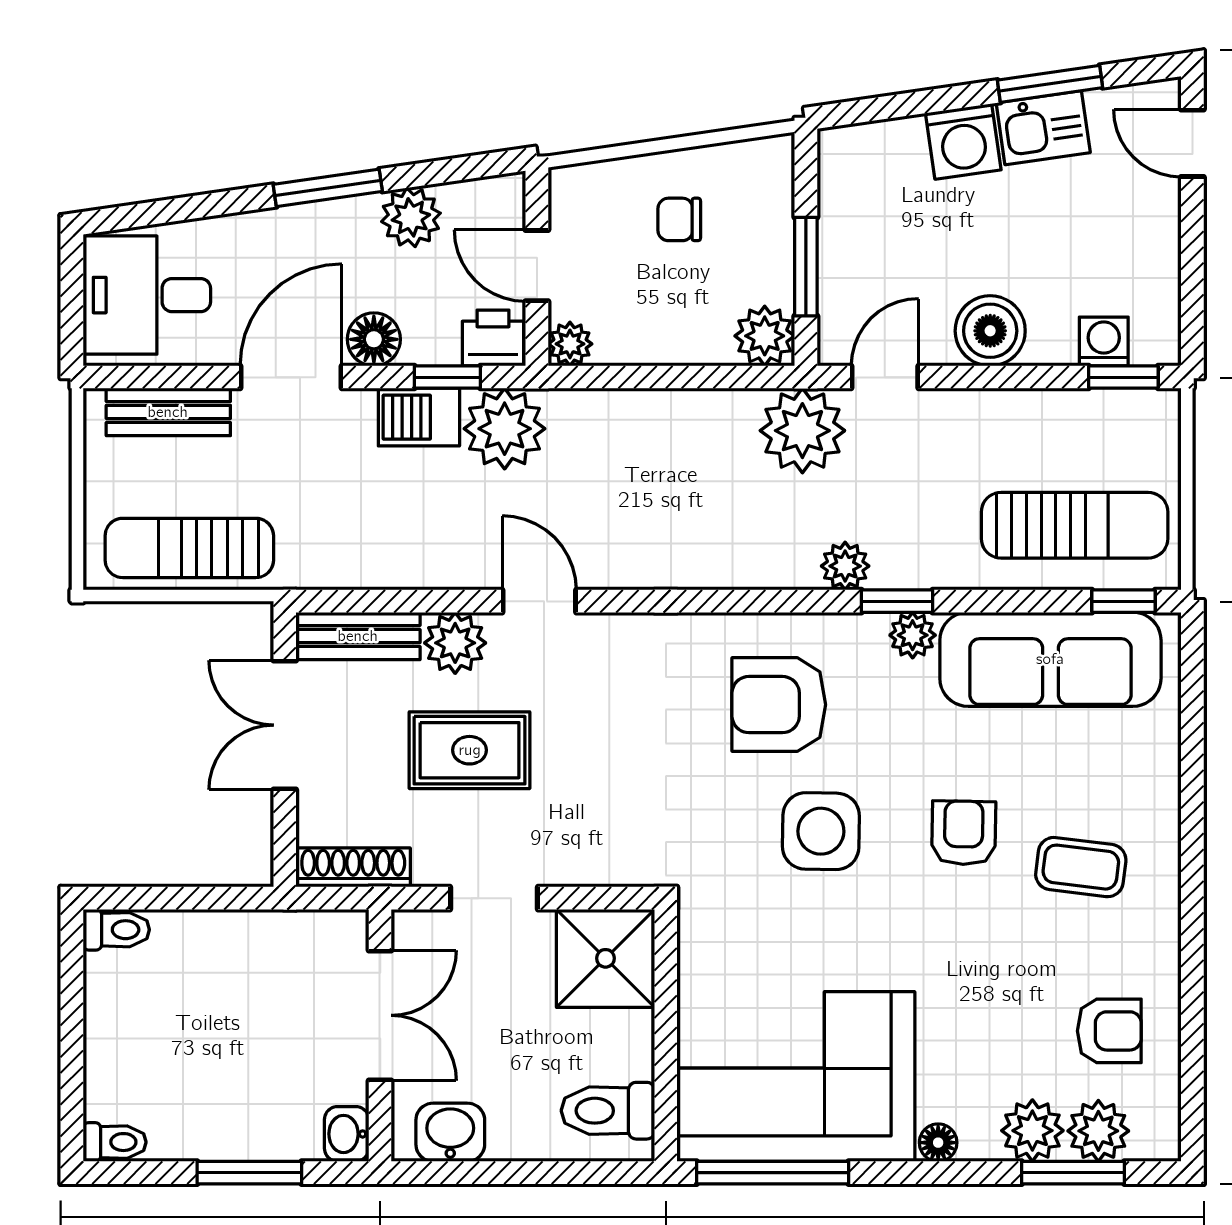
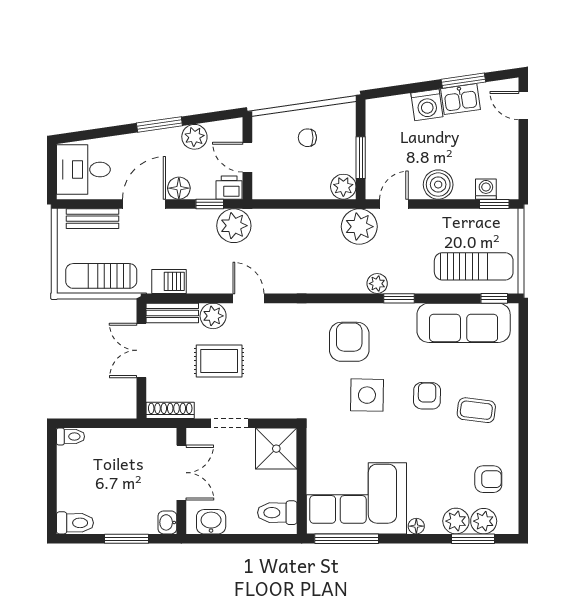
plant: (570, 344) -> (261, 190), removed
barbecue: (419, 417) -> (169, 281), moved, turned 180
plant: (913, 635) -> (406, 313), removed
armchair: (779, 705) -> (349, 342), turned 90
toilet: (115, 1142) -> (75, 523), width x1.37, depth x1.39

